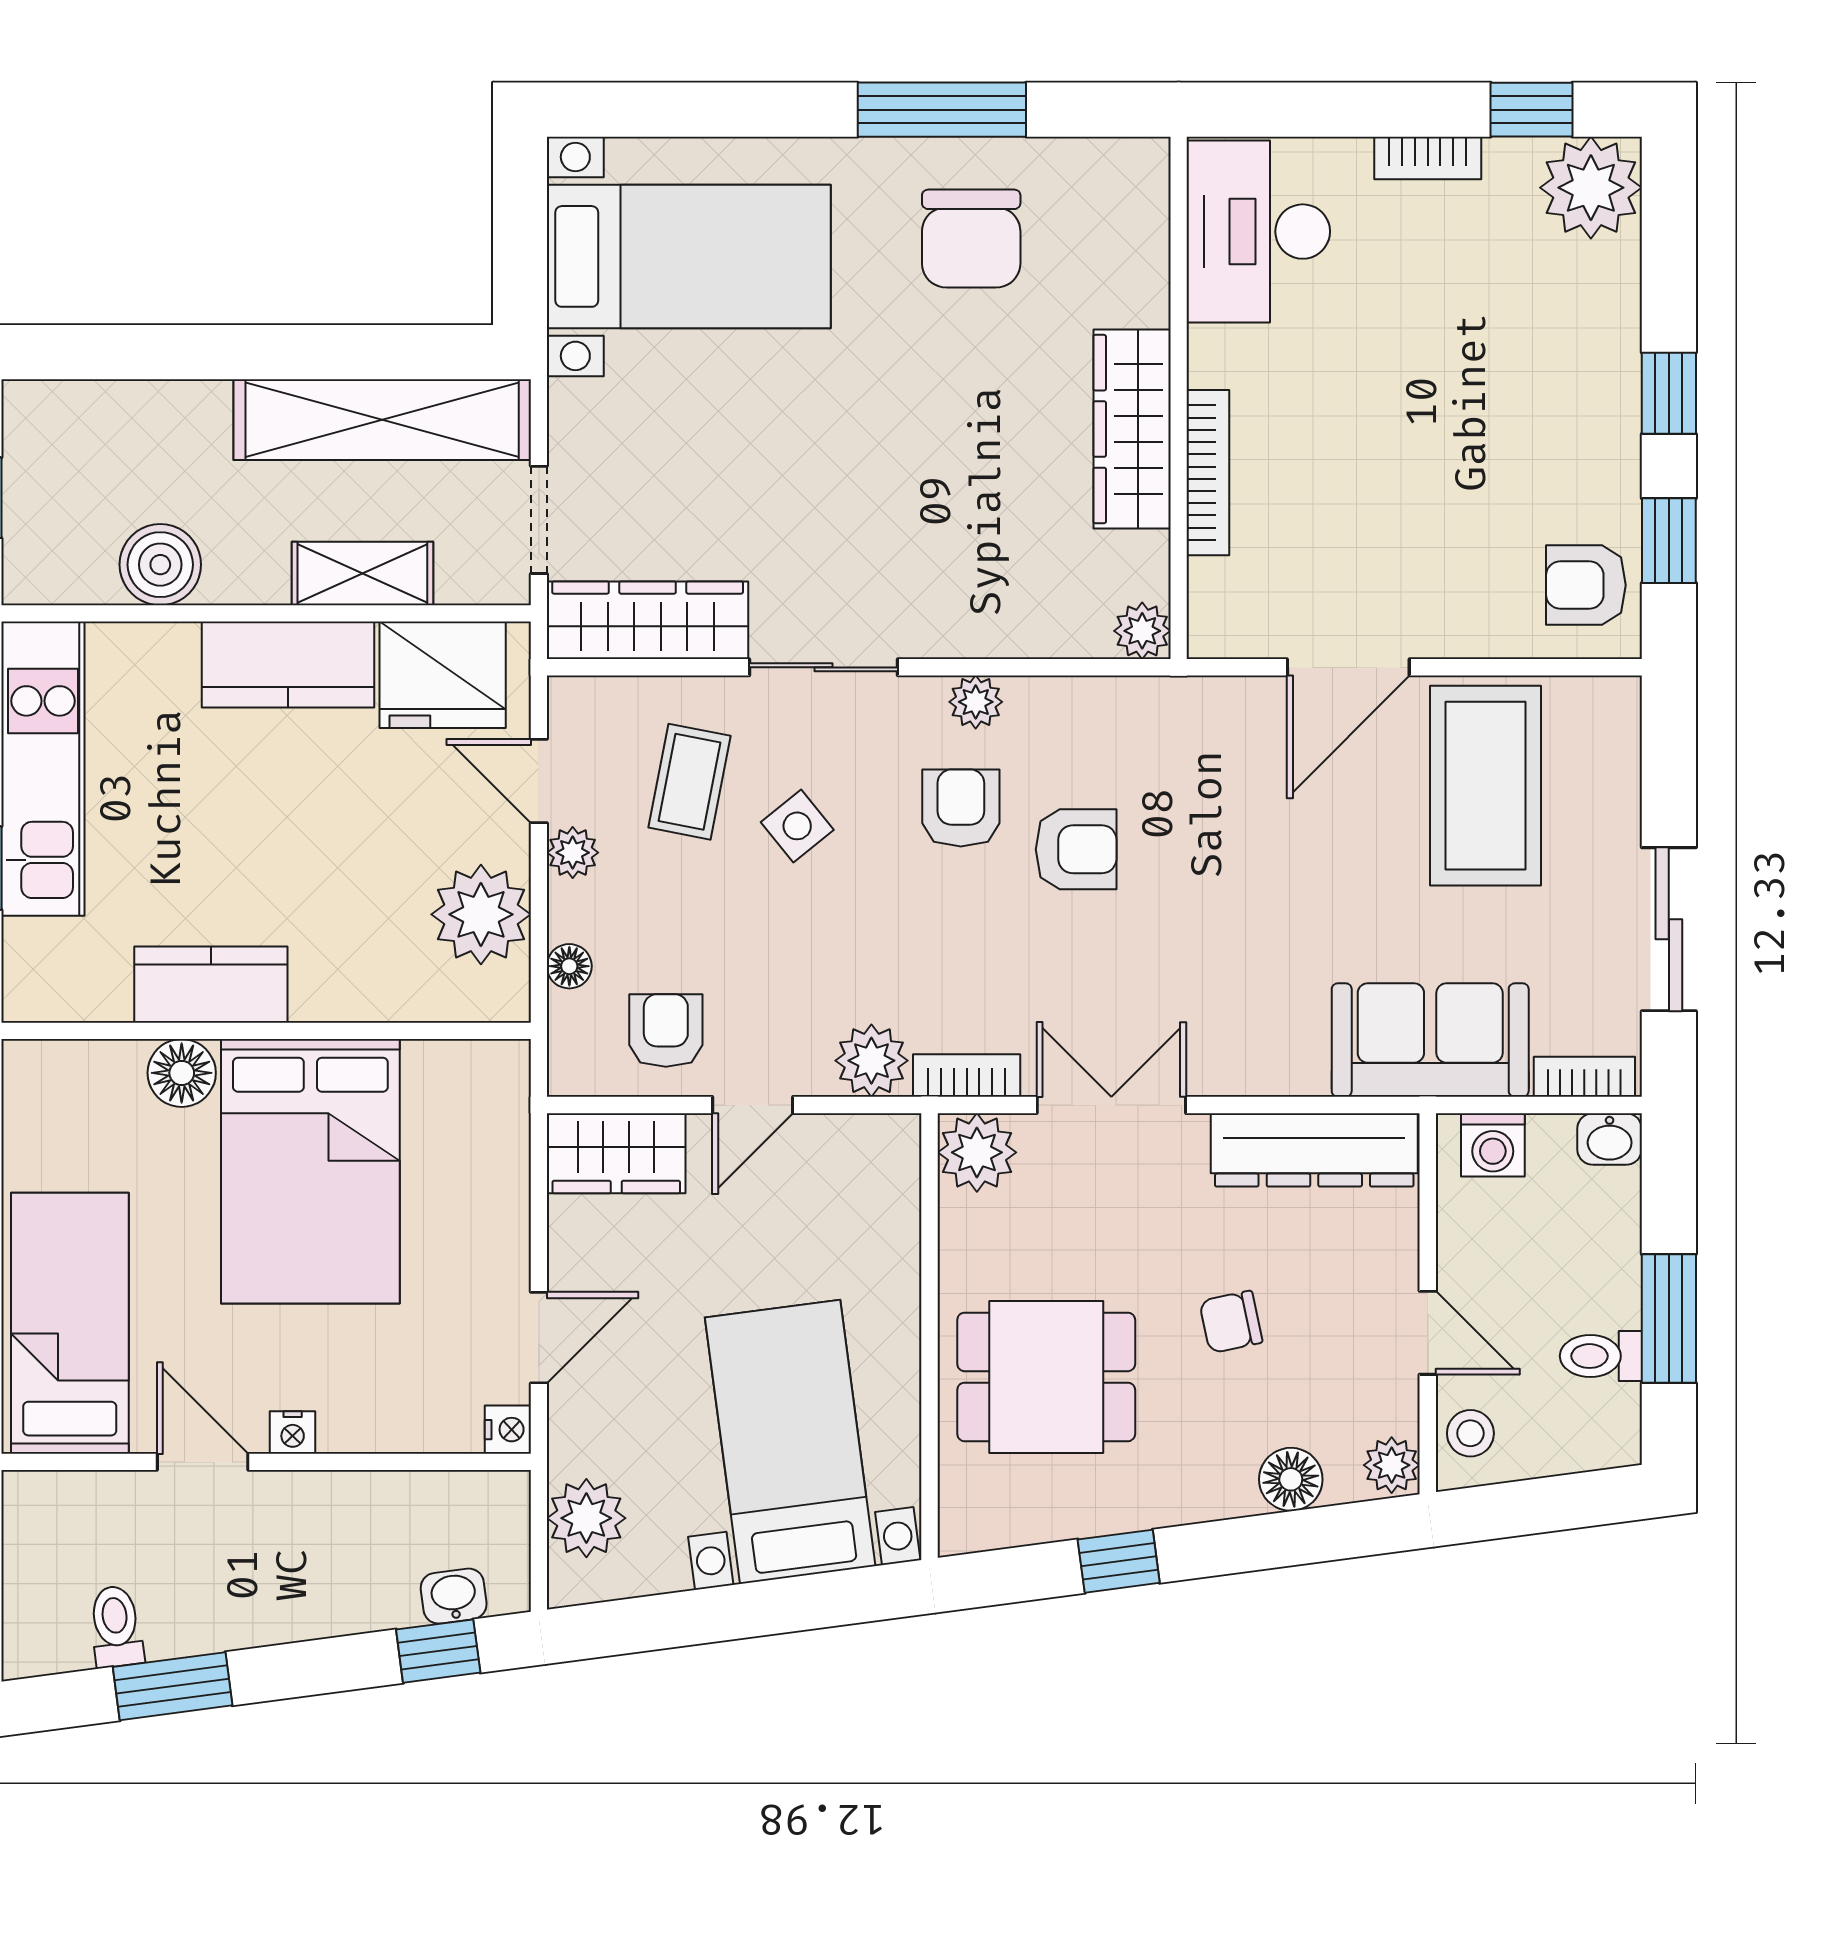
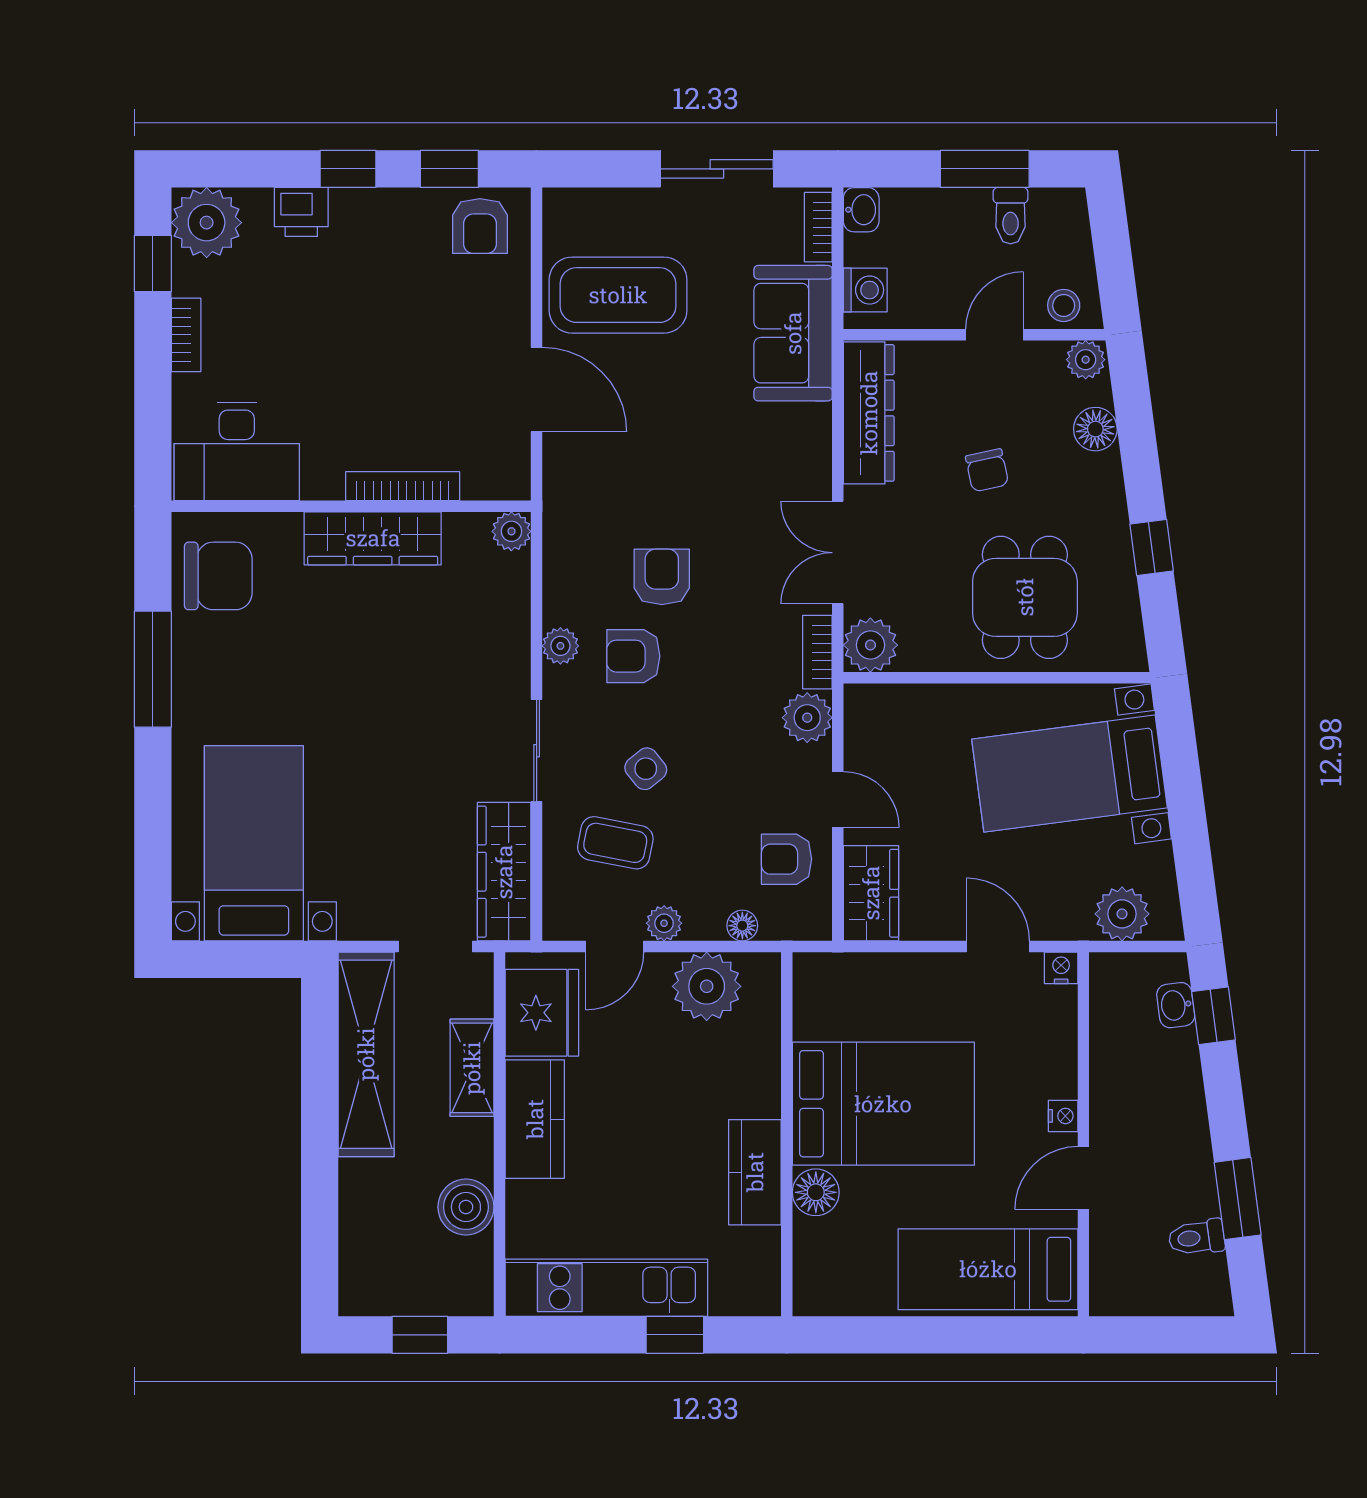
chair: (971, 239) -> (218, 576), moved
printer: (1606, 325) -> (301, 212), added

